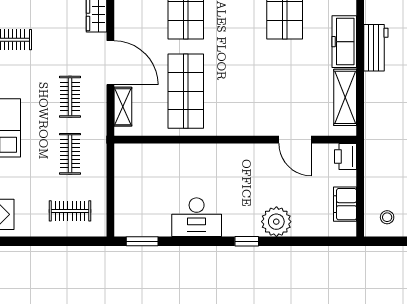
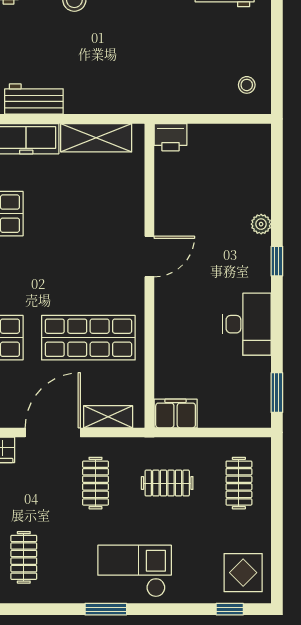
clothes rail: (70, 97) -> (96, 483), turned 90
door: (295, 140) -> (149, 257), moved
filing cabinet: (345, 204) -> (176, 413), moved, turned 180
plant: (276, 222) -> (261, 224), width x0.53, depth x0.53

